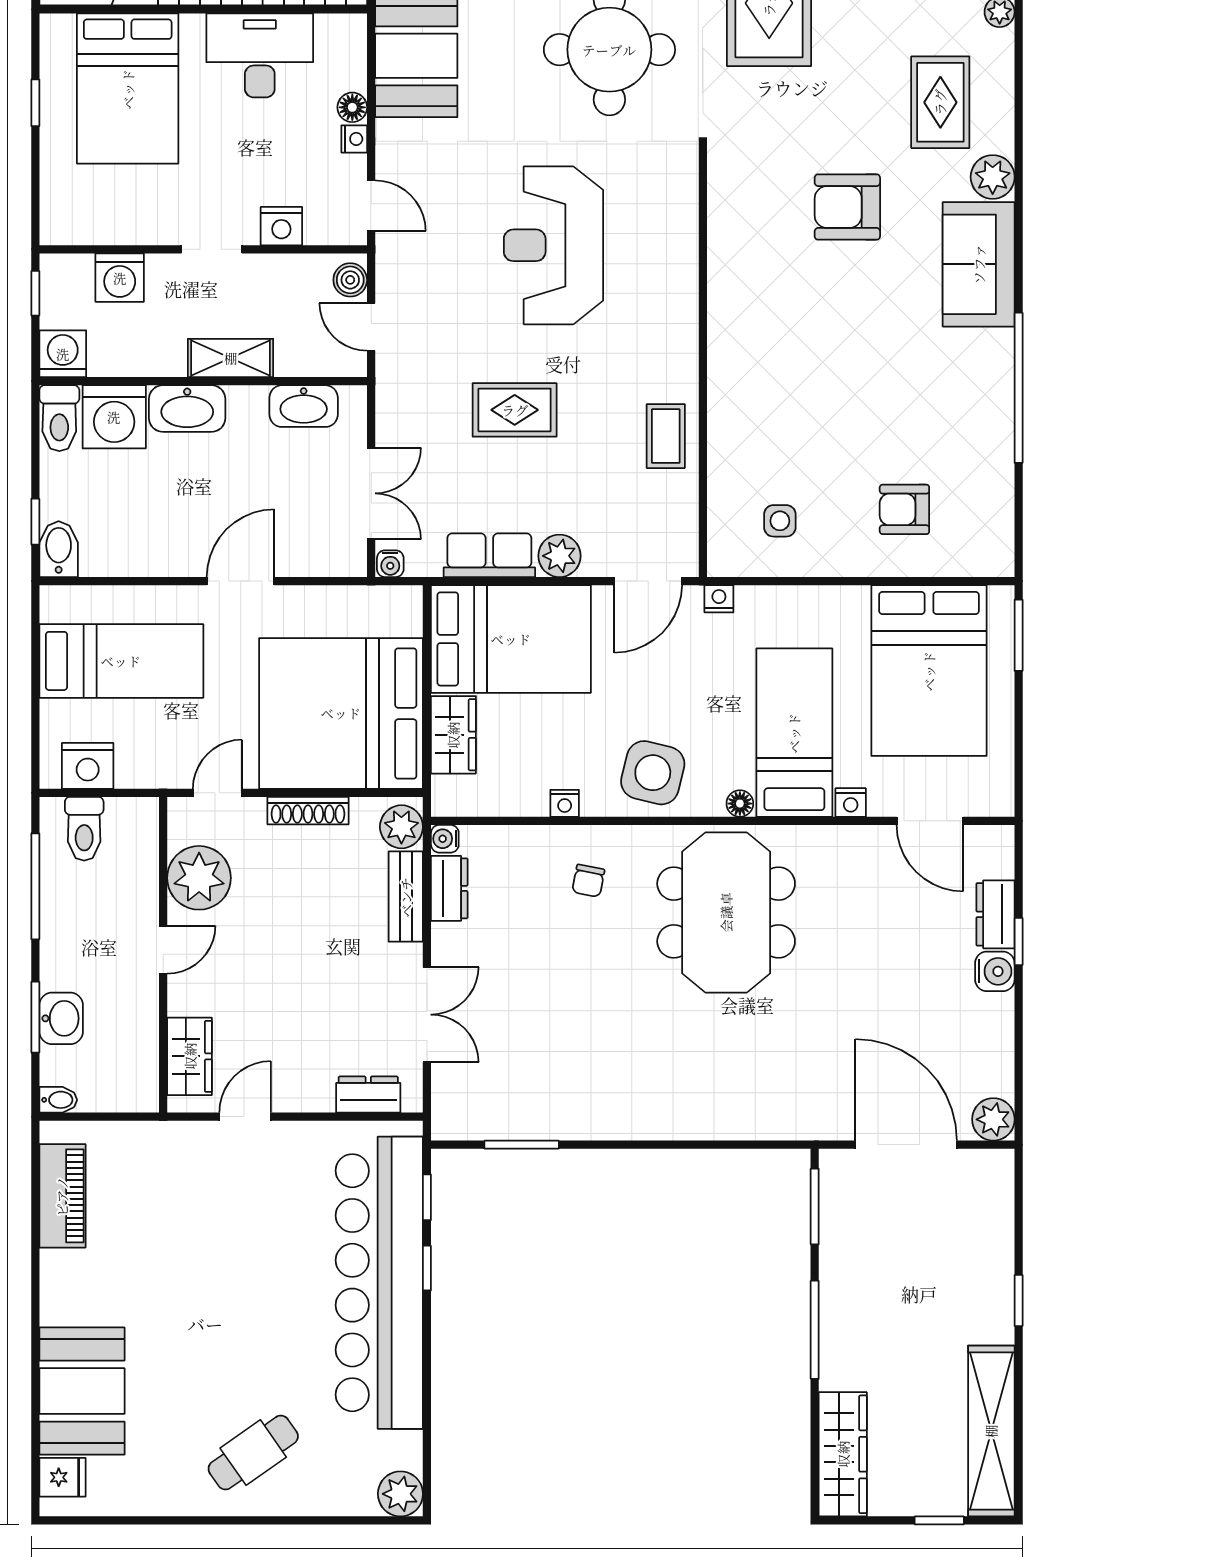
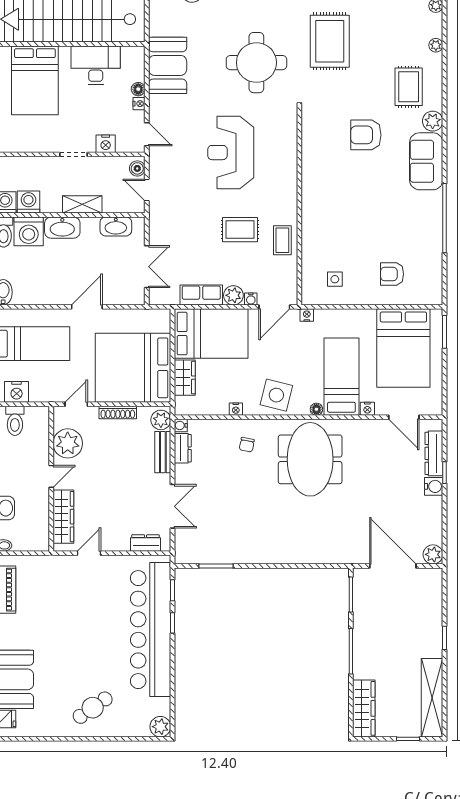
washing machine: (120, 278) -> (28, 202), moved, turned 180
rug: (515, 410) -> (240, 230), moved
water cooler: (390, 564) -> (251, 299), moved
dresser: (995, 914) -> (434, 453), width x1.44
wardrobe: (190, 1056) -> (63, 517), width x1.50

